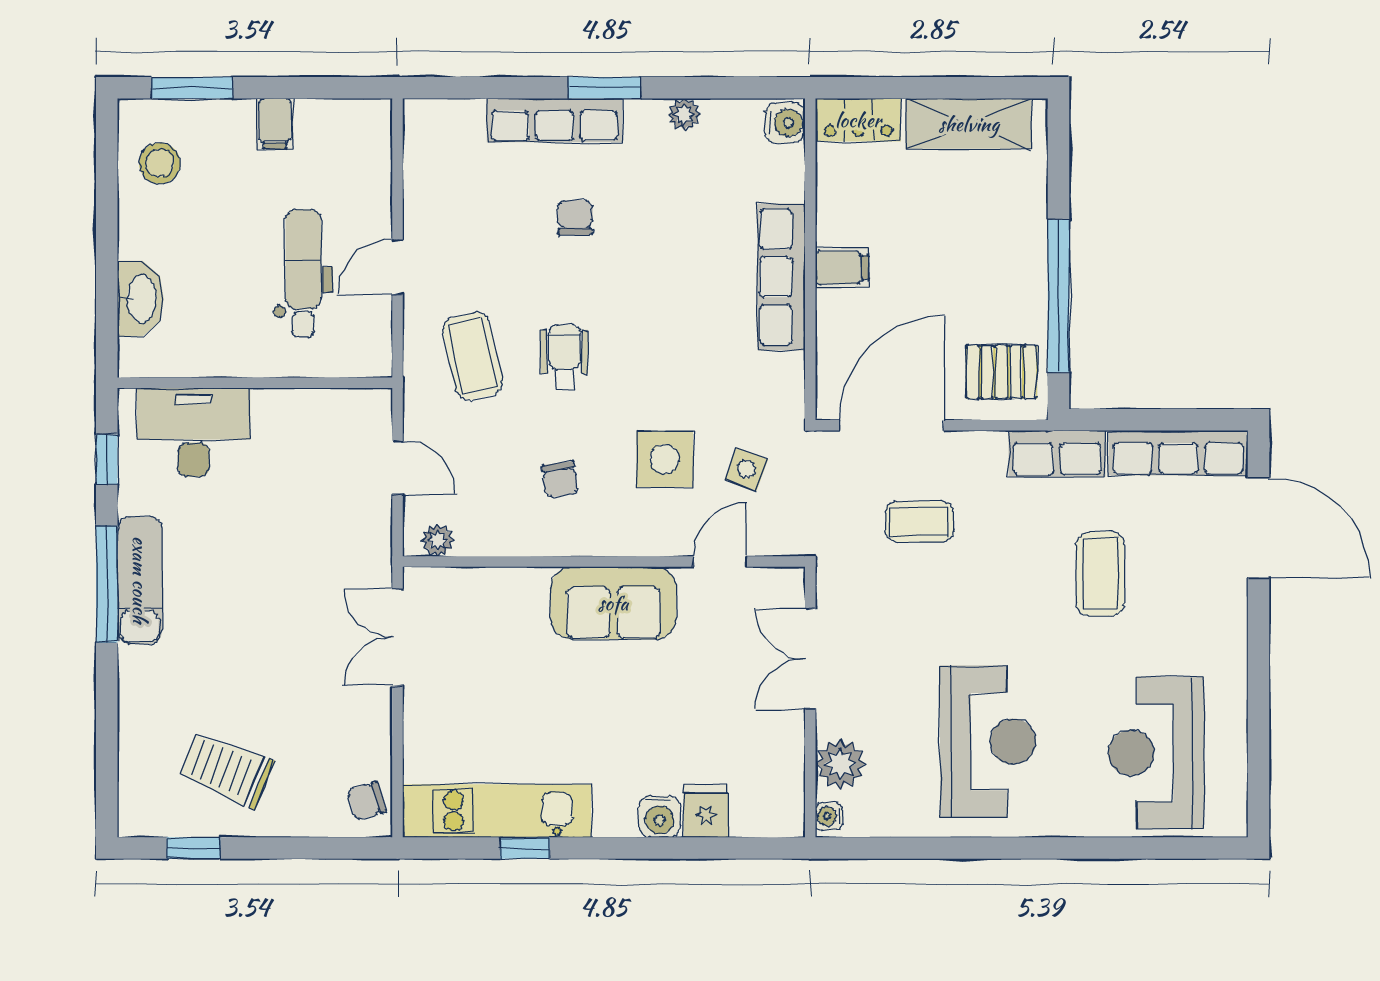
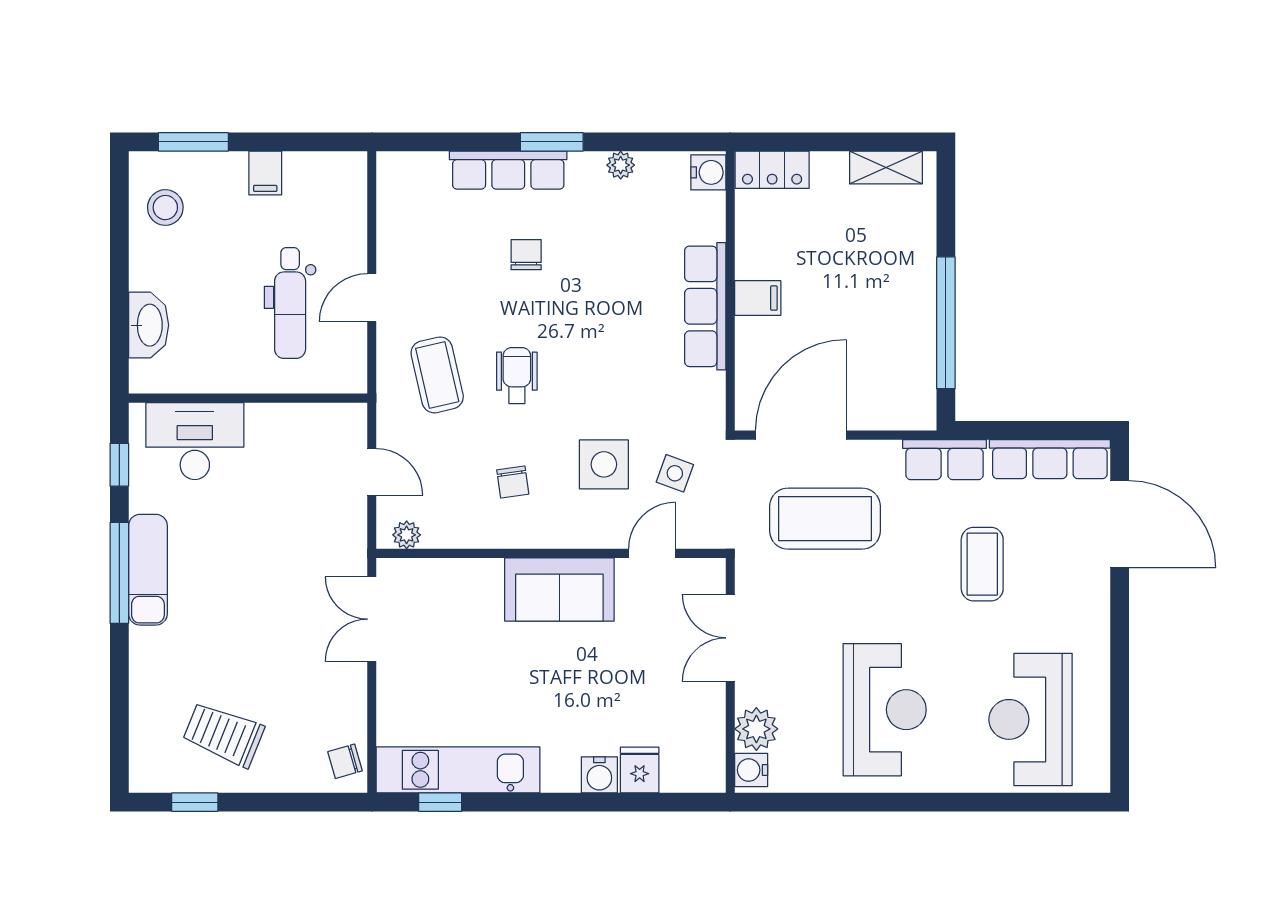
shelving: (969, 124) -> (886, 168), width x0.67, depth x0.75
dental chair: (303, 273) -> (290, 303), turned 180
pallet: (1002, 372) -> (896, 389), removed
coffee table: (919, 522) -> (825, 519), width x1.86, depth x1.72
water cooler: (829, 816) -> (751, 770), width x1.38, depth x1.38
window: (525, 848) -> (440, 802), moved

